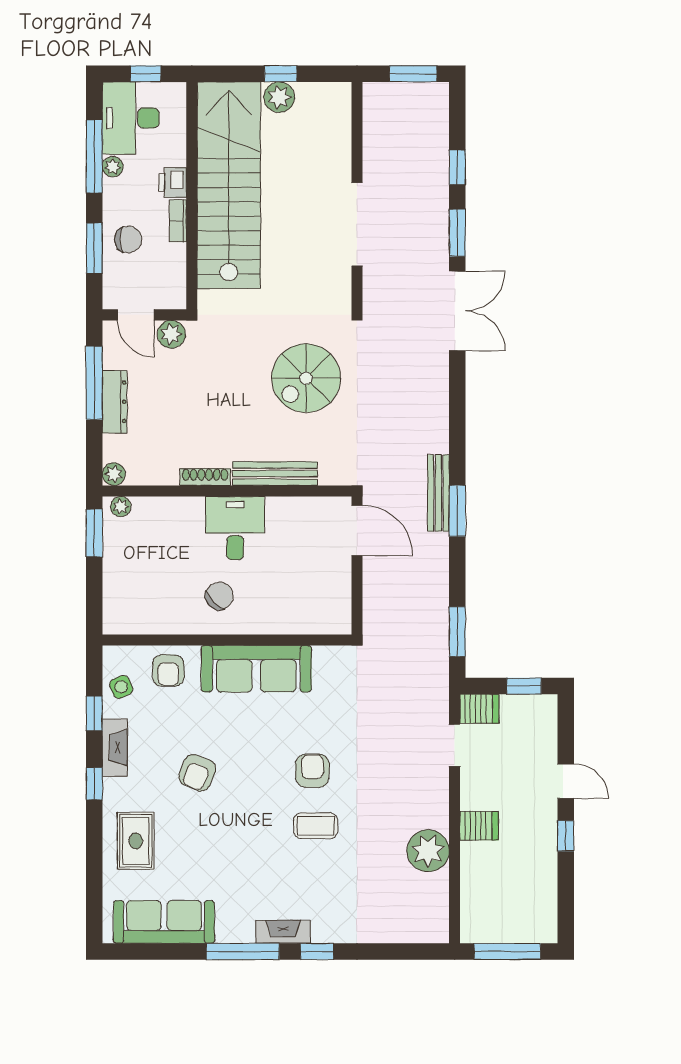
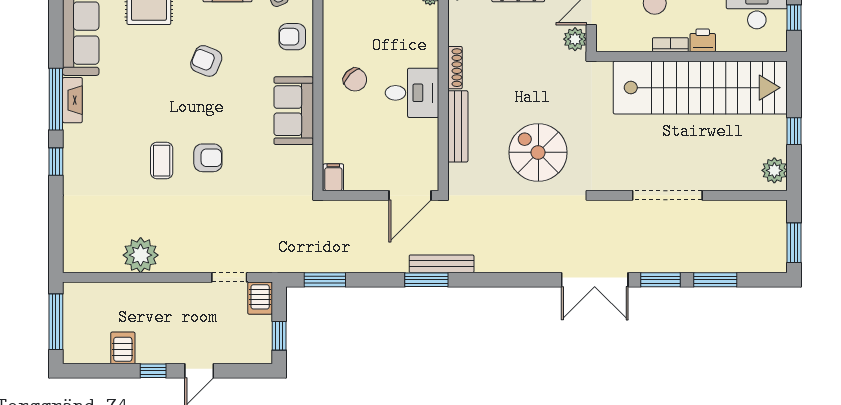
plant: (279, 97) -> (774, 170), moved
window: (457, 167) -> (715, 280), width x1.50
filing cabinet: (336, 622) -> (333, 177), added
sofa: (256, 669) -> (294, 111), width x0.73
server rack: (479, 826) -> (123, 348), moved, turned 180
fireplace: (283, 932) -> (72, 100), moved

